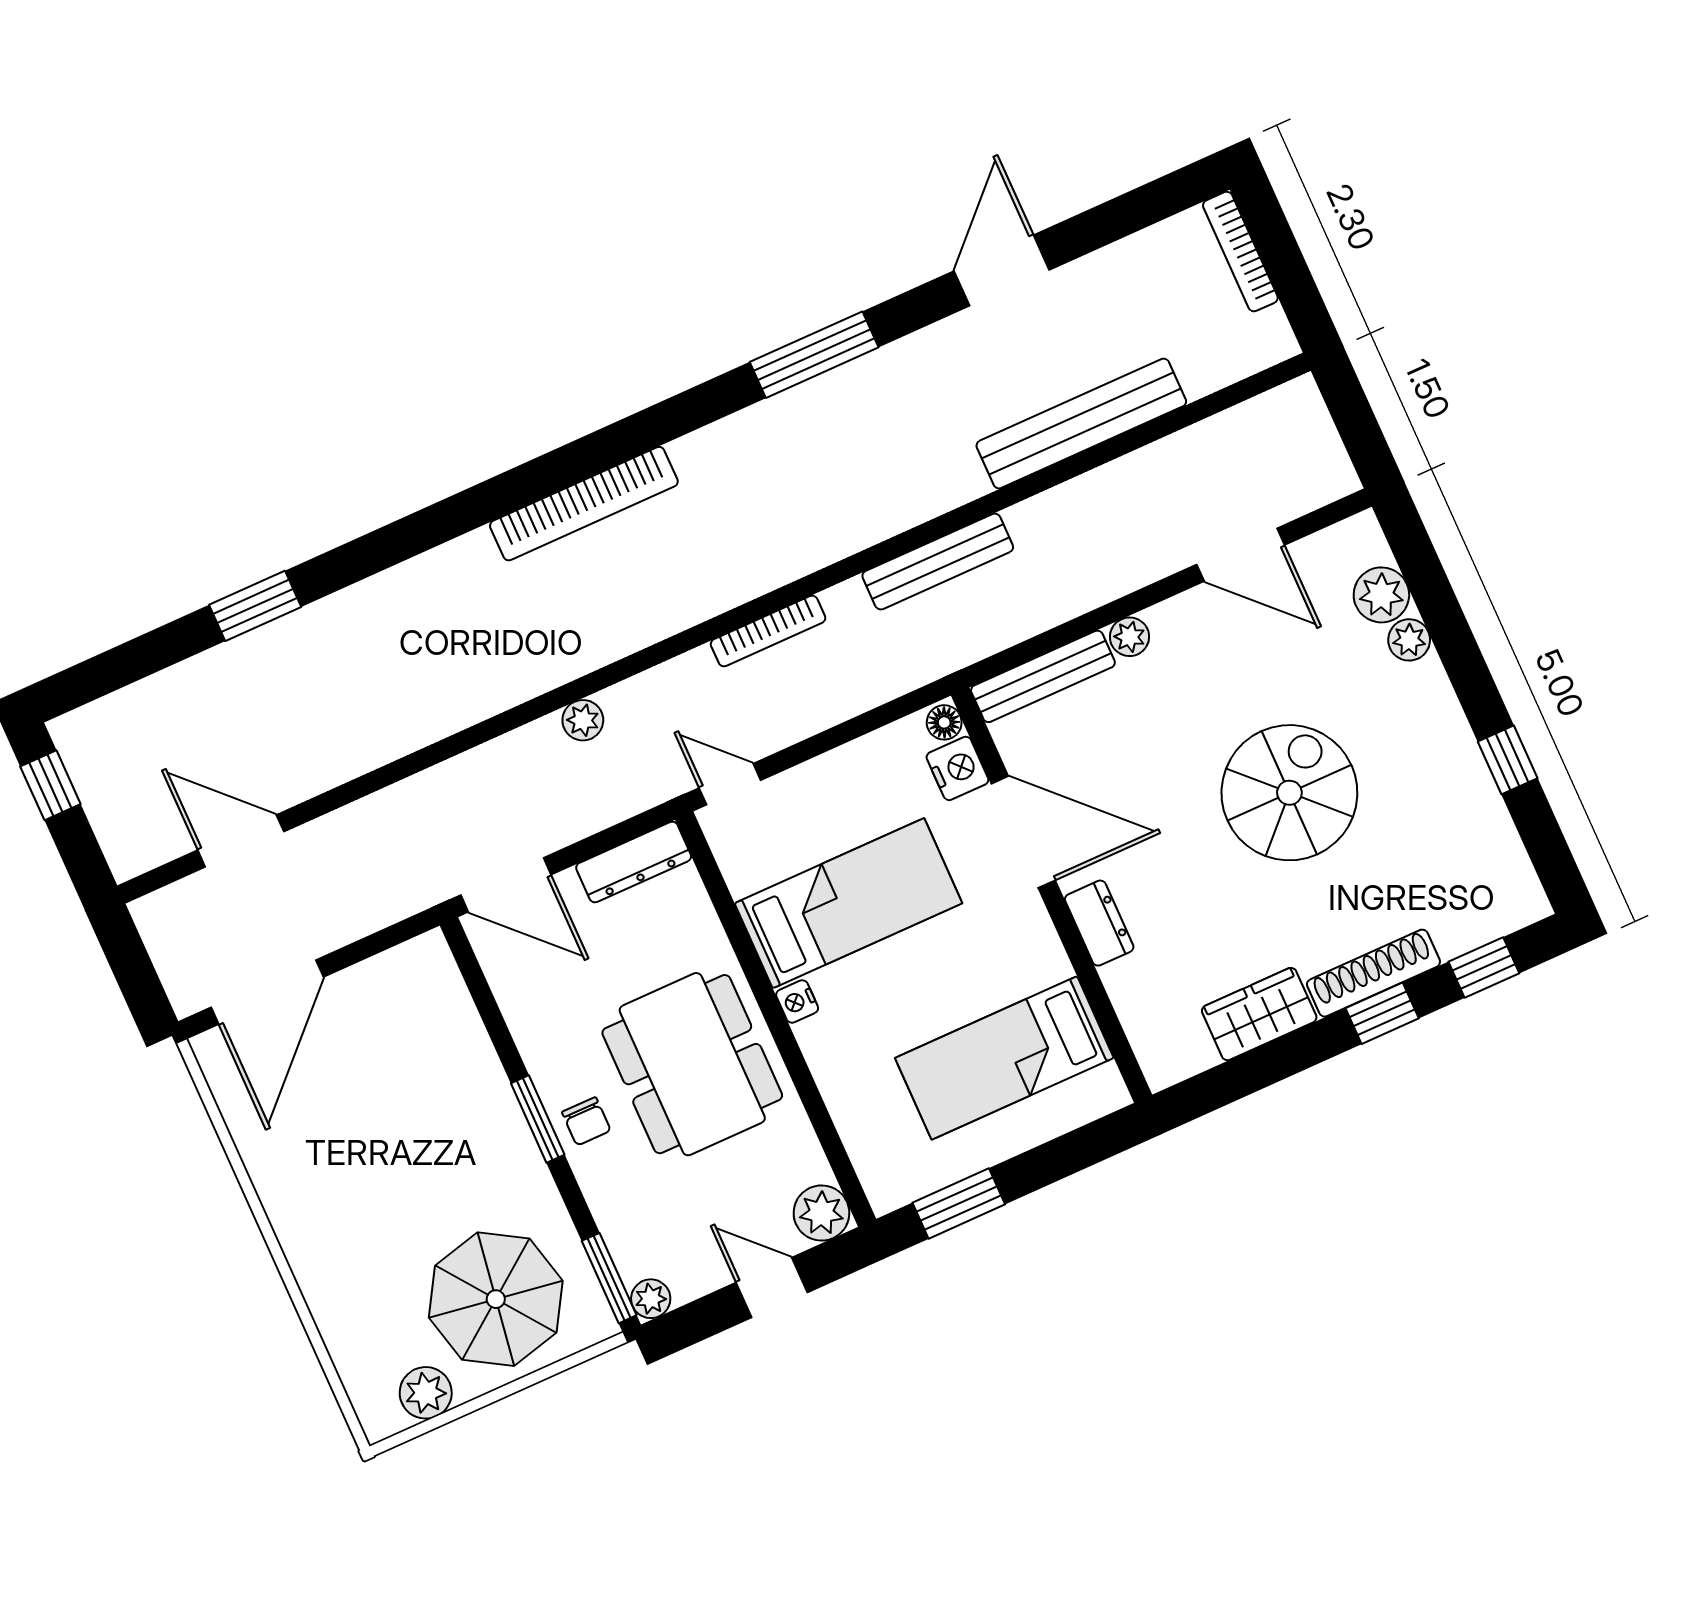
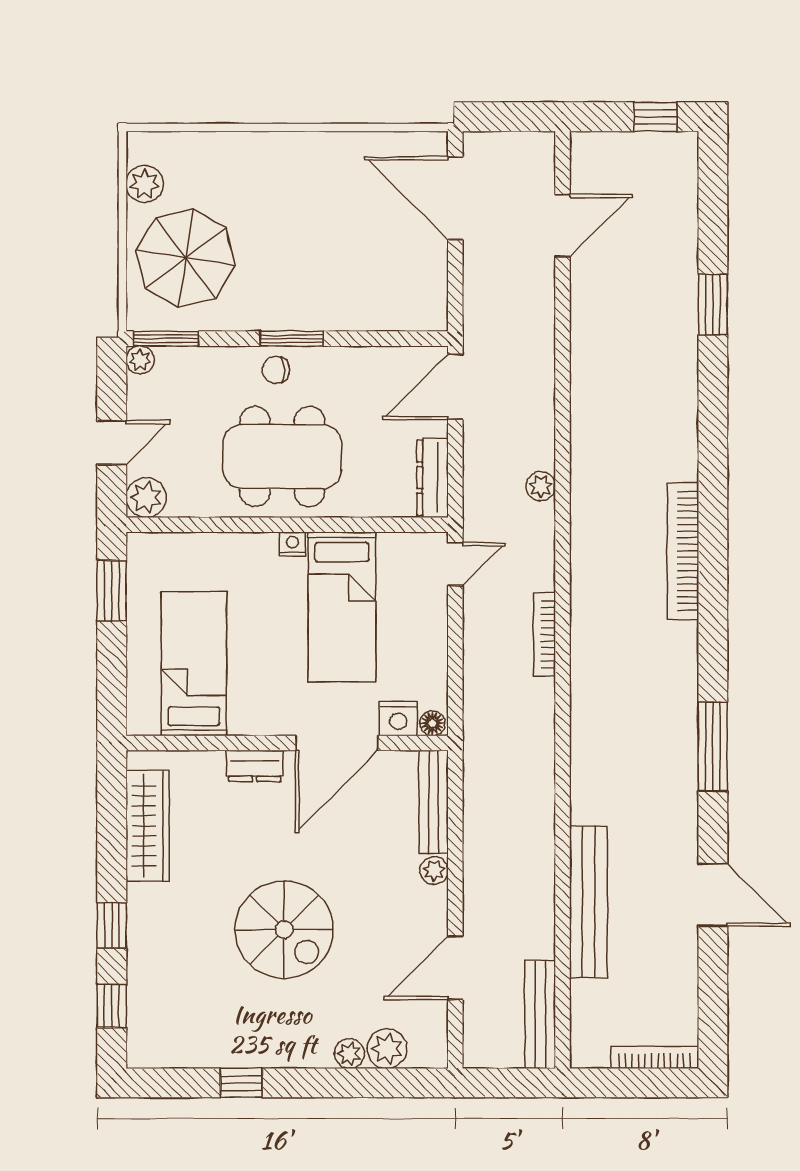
bench: (938, 562) -> (540, 1014), moved
shoe rack: (1373, 973) -> (141, 932), removed
wardrobe: (1259, 1014) -> (147, 826), width x1.50

